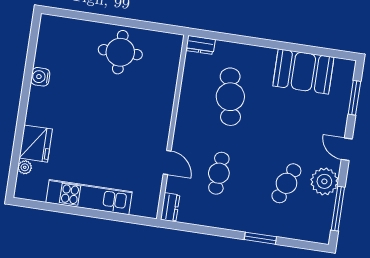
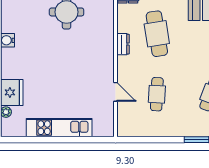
dresser: (170, 207) -> (123, 44), moved

